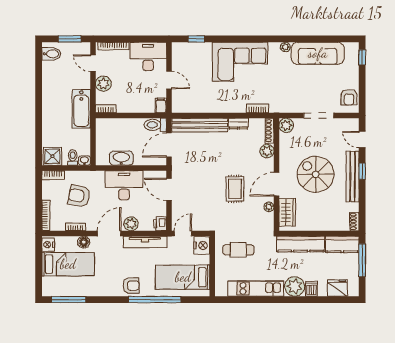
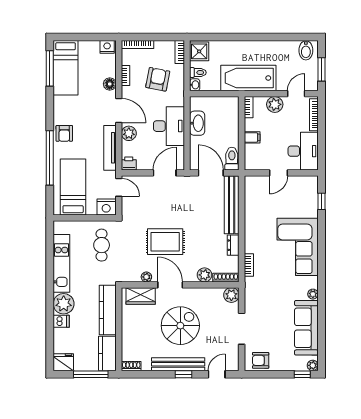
plant: (354, 47) -> (313, 365), added
filing cabinet: (161, 105) -> (252, 137), moved
bathtub: (81, 109) -> (248, 78), width x1.36, depth x1.36
rug: (235, 189) -> (165, 242), width x1.36, depth x1.43
bed: (68, 264) -> (66, 68), moved
fridge: (337, 288) -> (63, 362), moved, turned -90

